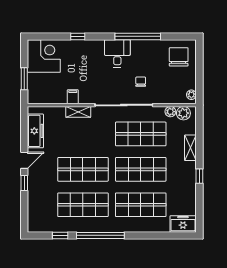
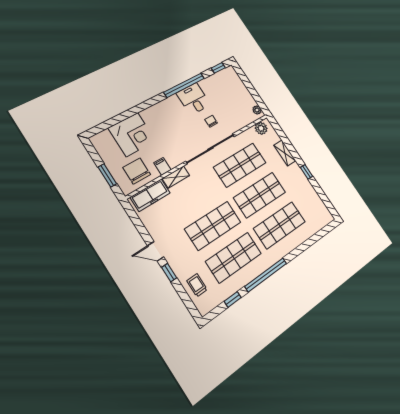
window: (78, 36) -> (218, 68), moved
desk: (117, 53) -> (194, 99), moved
corner desk: (44, 56) -> (132, 134), moved, turned 90
chair: (179, 57) -> (137, 171), moved
plant: (170, 112) -> (250, 133), removed
freezer: (35, 131) -> (150, 195), moved, turned 90
door: (24, 160) -> (156, 251), swing flipped
trolley: (39, 206) -> (197, 285), added
freezer: (183, 224) -> (321, 219), removed

